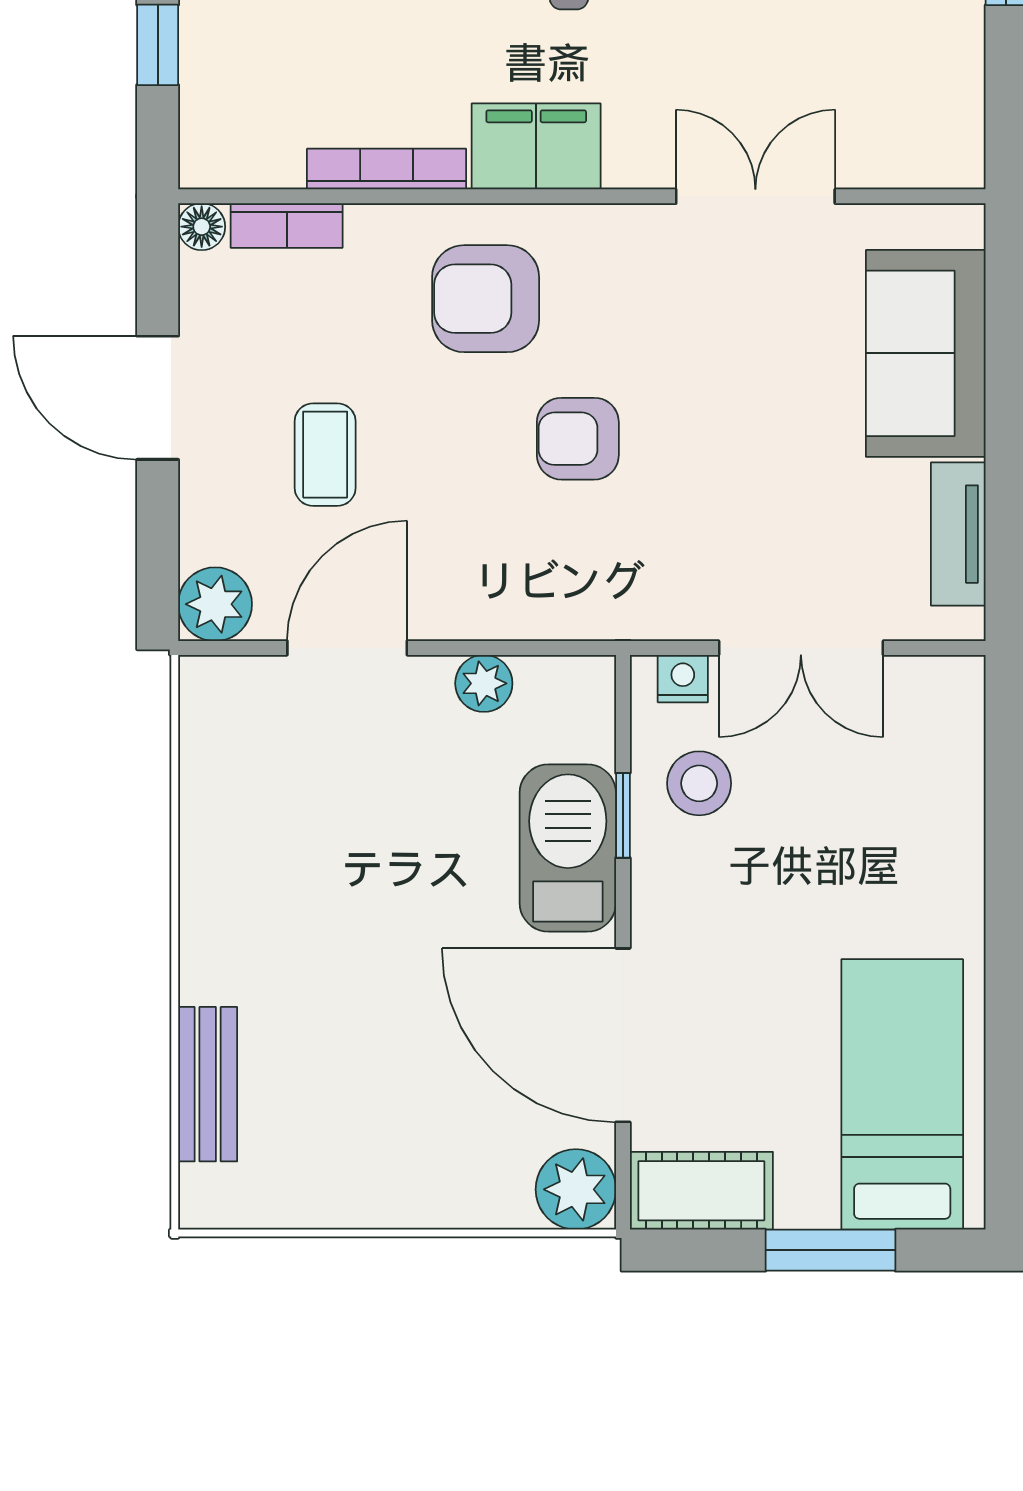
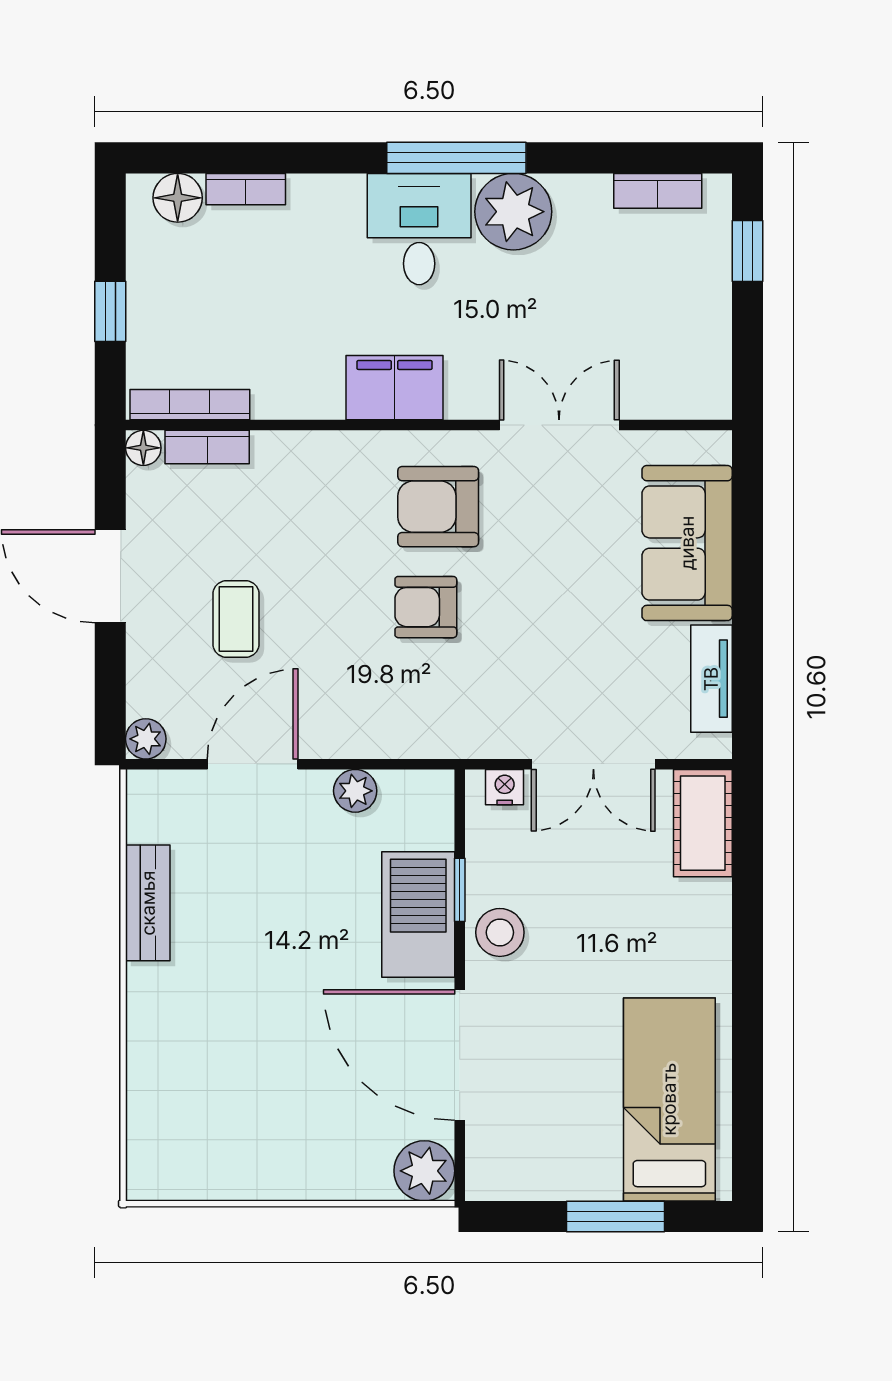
bookcase: (387, 169) -> (190, 405), moved
armchair: (486, 299) -> (438, 507), moved
plant: (215, 604) -> (146, 739), width x0.73, depth x0.73
stool: (699, 783) -> (500, 932), moved
bench: (208, 1084) -> (148, 903), moved
cot: (701, 1191) -> (703, 823), moved, turned 90

